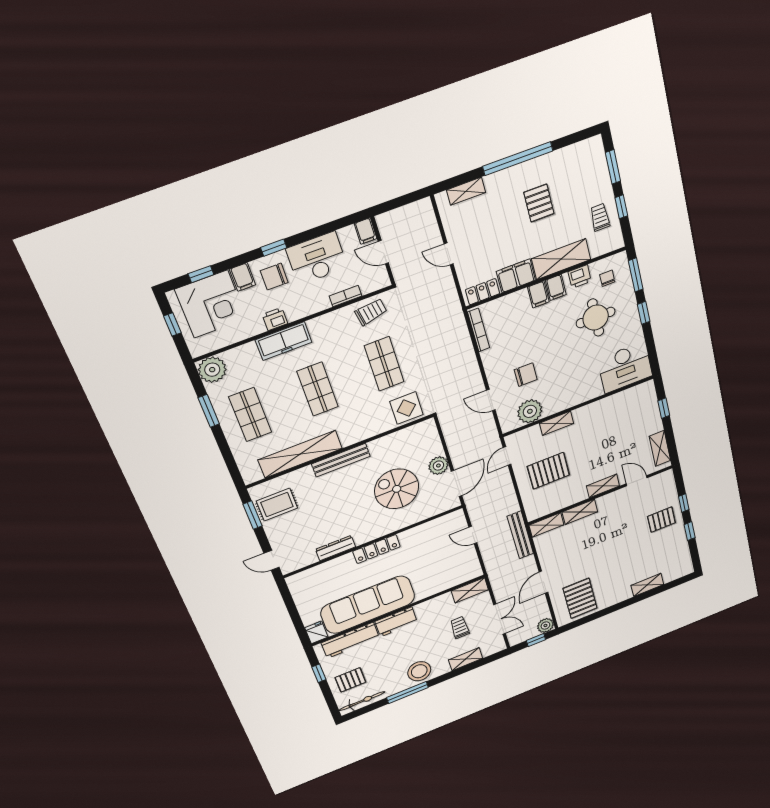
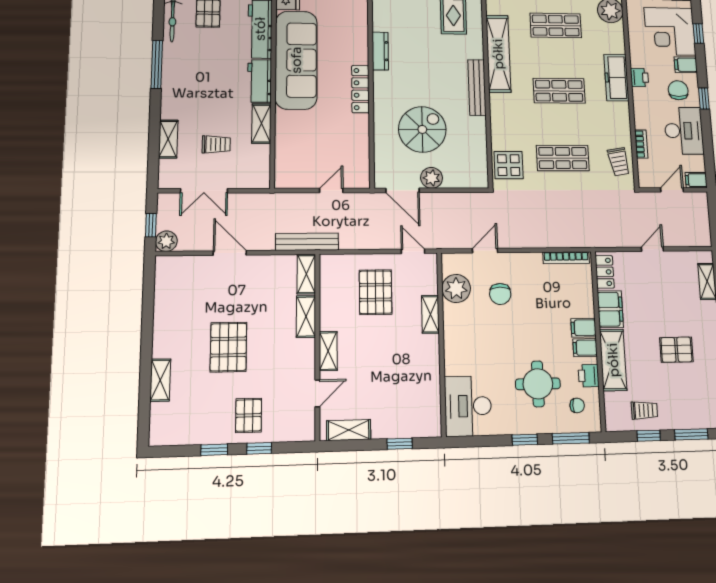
shelving: (470, 590) -> (261, 123), moved
pallet: (580, 598) -> (228, 347), moved, turned 90
stool: (419, 671) -> (179, 85), removed

